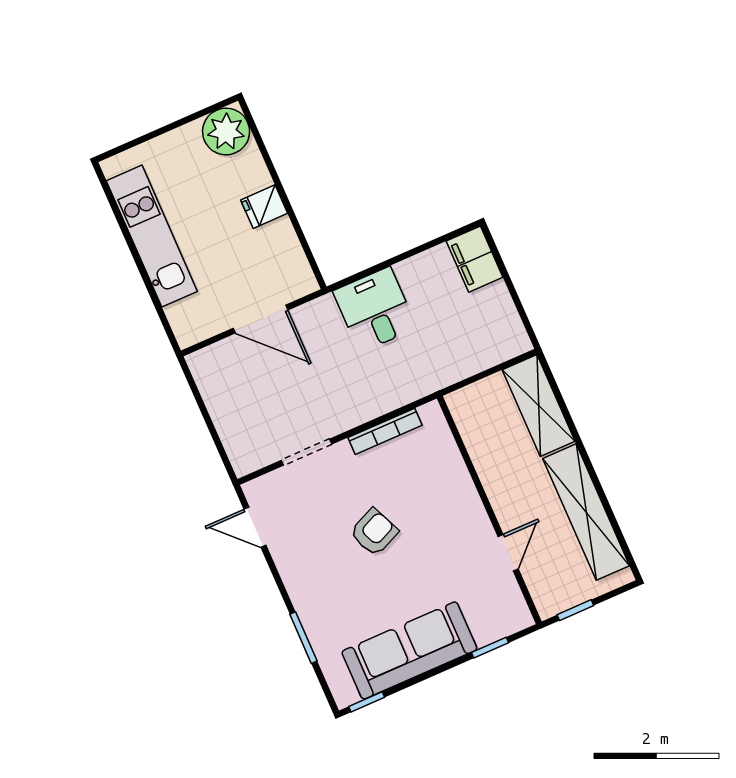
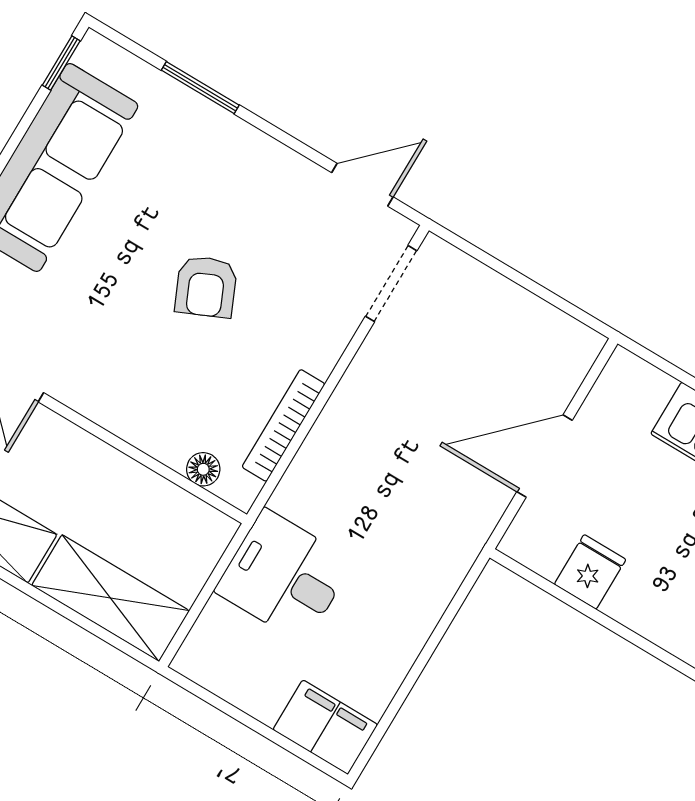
fridge: (264, 207) -> (590, 572), moved
desk: (375, 310) -> (284, 576), moved, turned 180
floor lamp: (443, 438) -> (203, 469), added
doorway: (307, 452) -> (391, 284), moved

